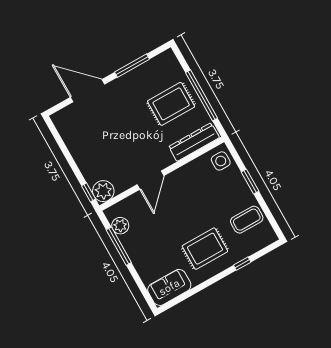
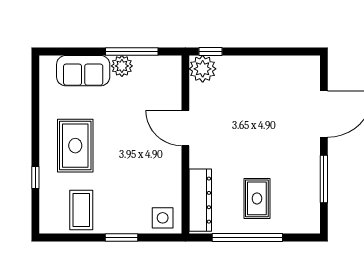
rug: (171, 104) -> (257, 198), width x0.73, depth x0.70
plant: (120, 226) -> (122, 66), moved
sofa: (169, 287) -> (83, 71), moved, turned 90

